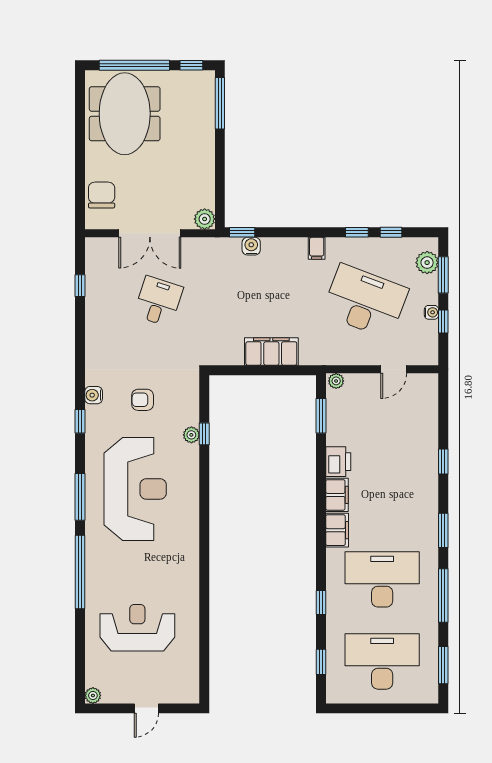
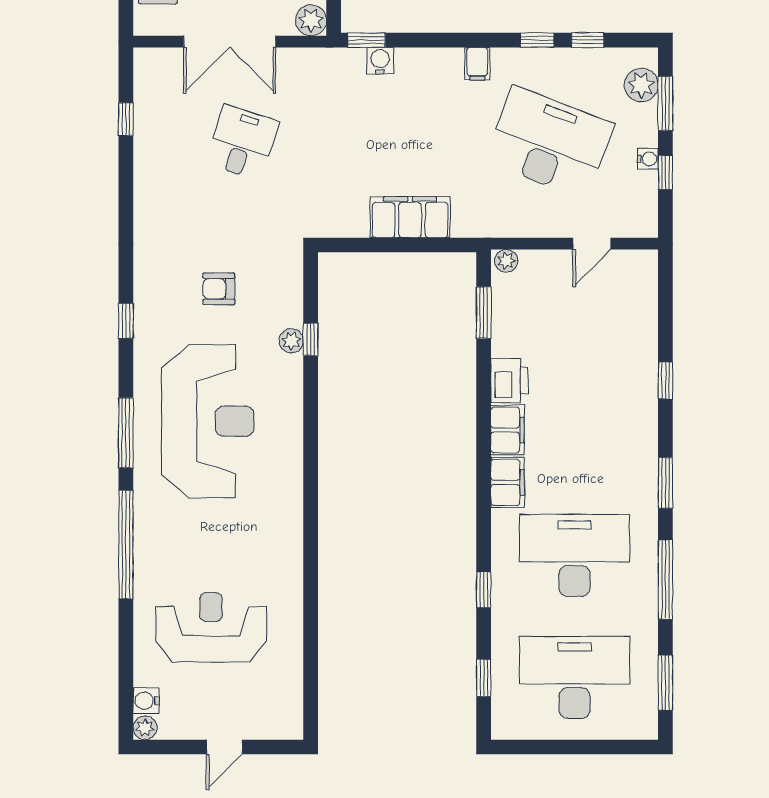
water cooler: (94, 395) -> (146, 701), moved

